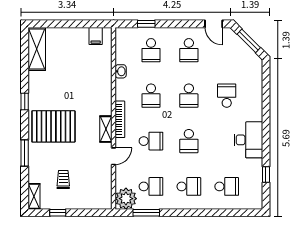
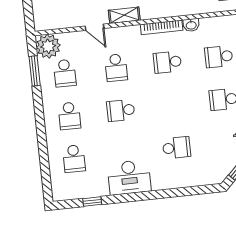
school desk: (189, 96) -> (172, 105), removed
bookcase: (120, 119) -> (162, 27), moved

